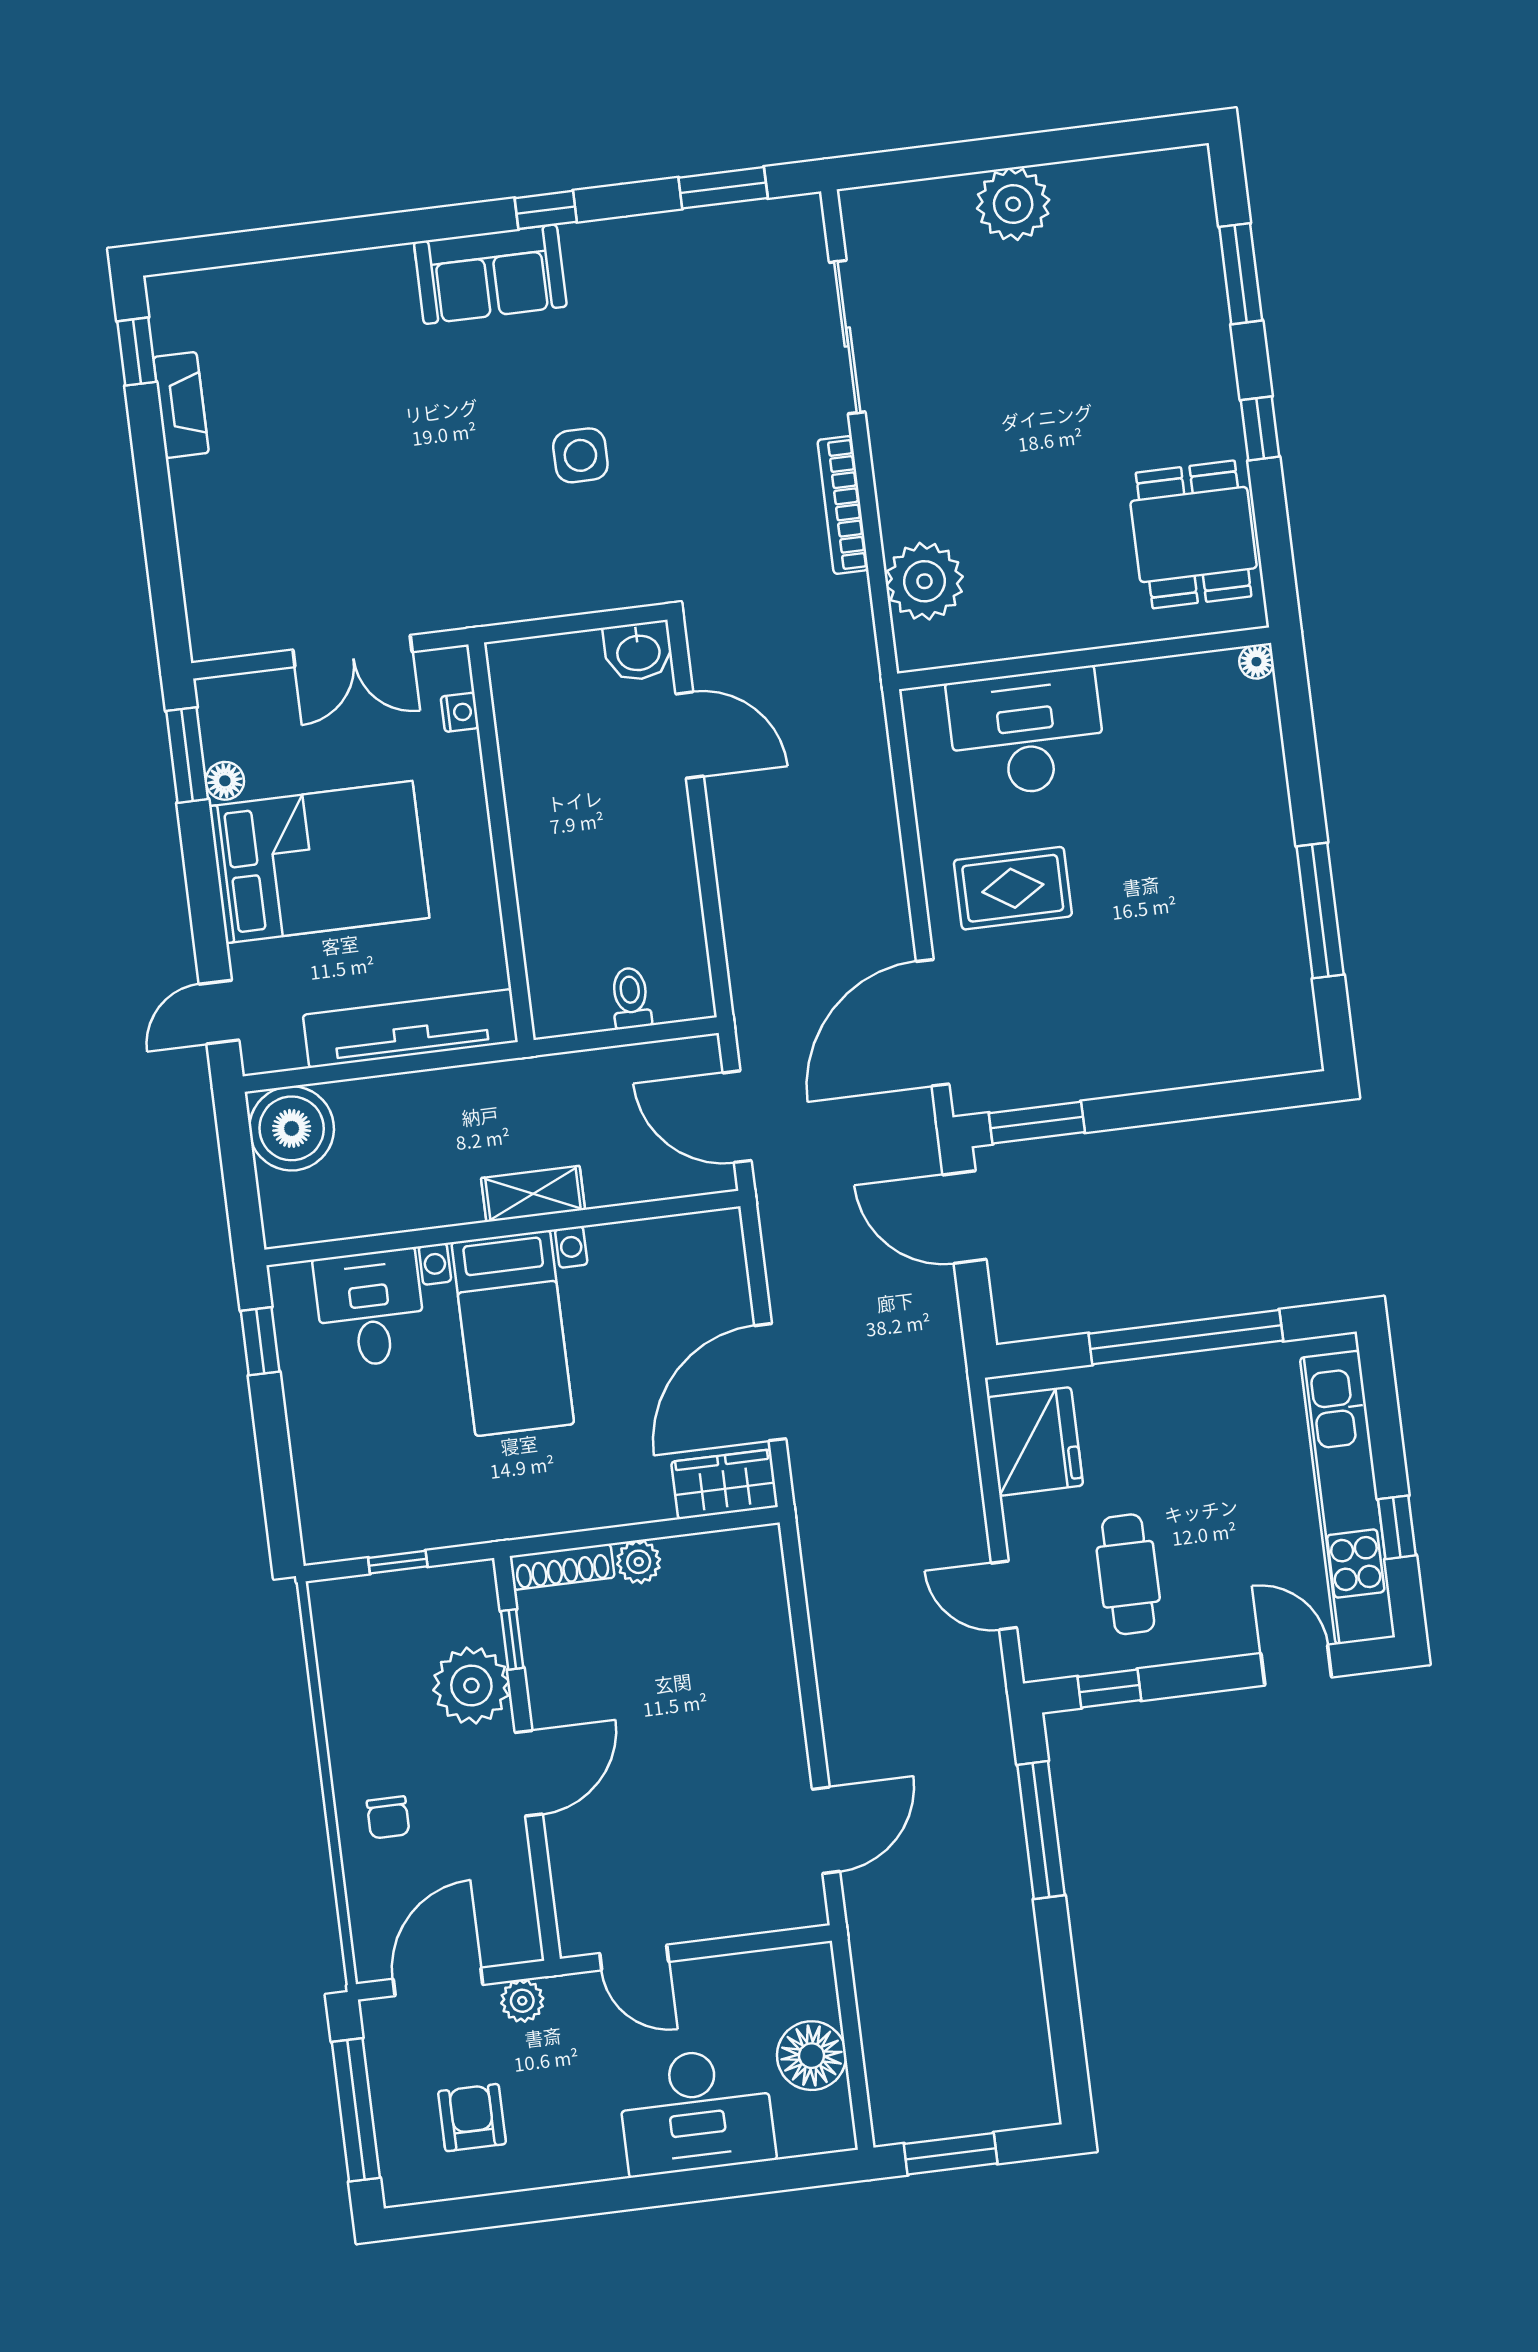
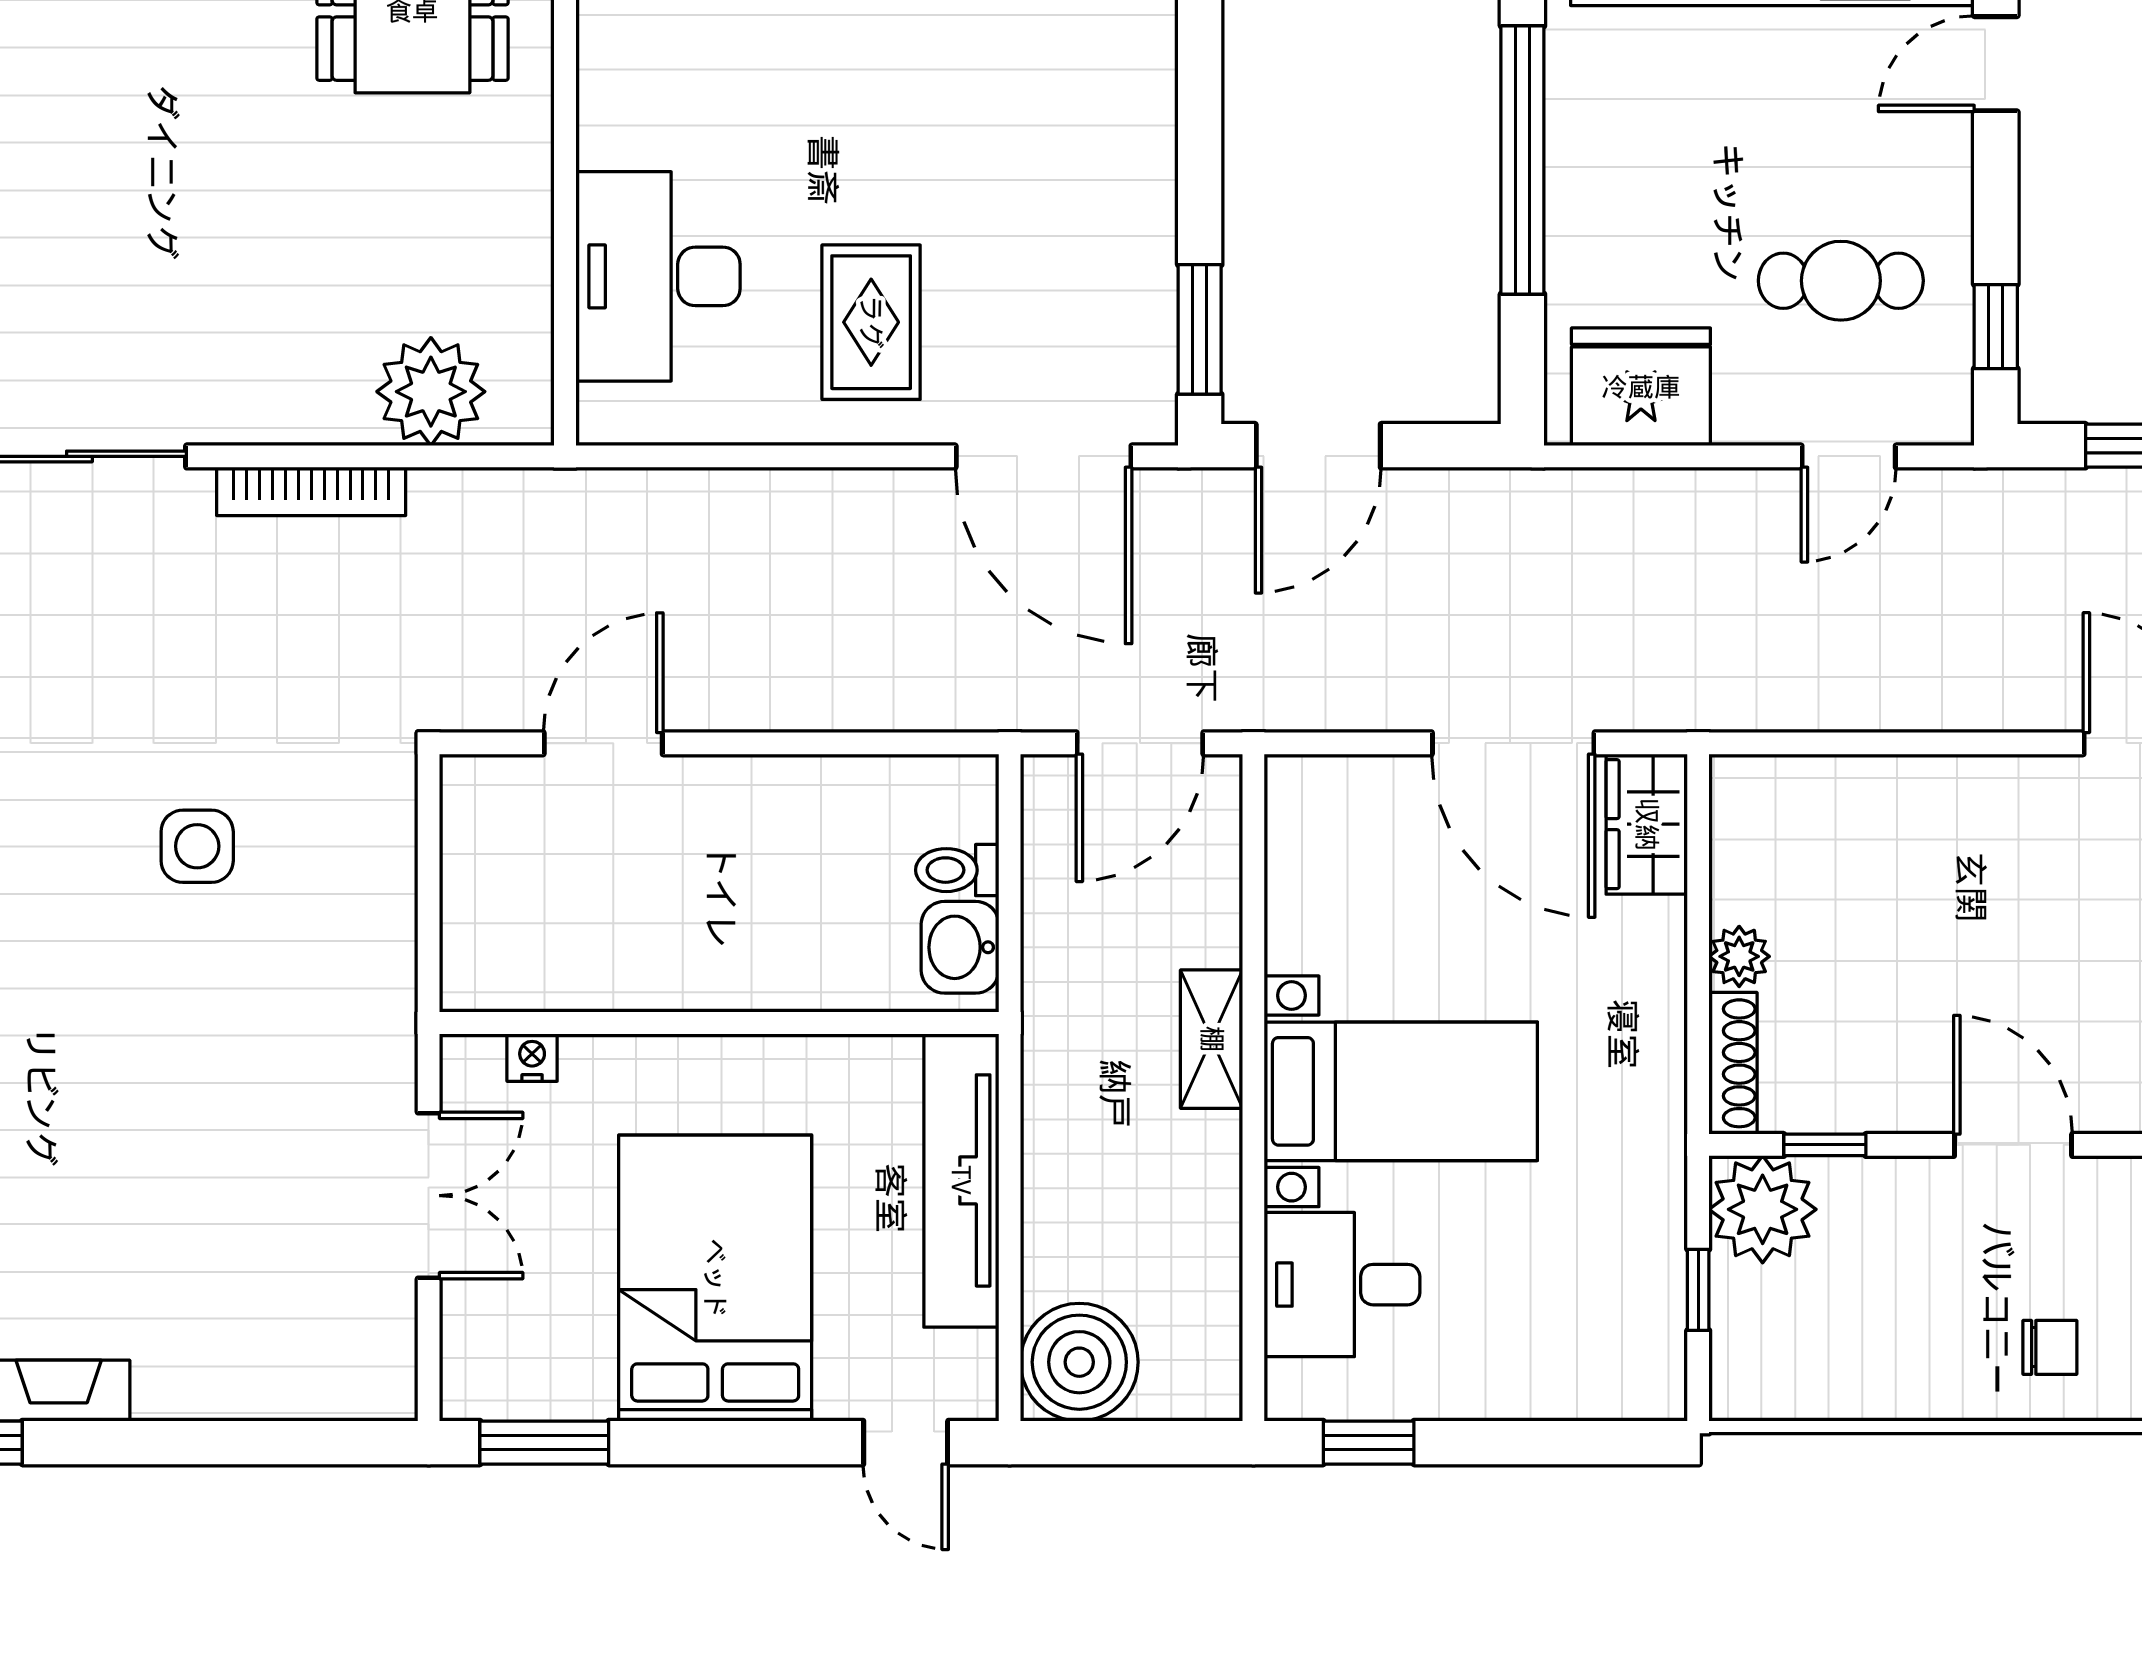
washbasin: (638, 651) -> (960, 947), moved, turned 180
floor lamp: (225, 781) -> (586, 1395), removed
plant: (471, 1686) -> (1763, 1209), moved

